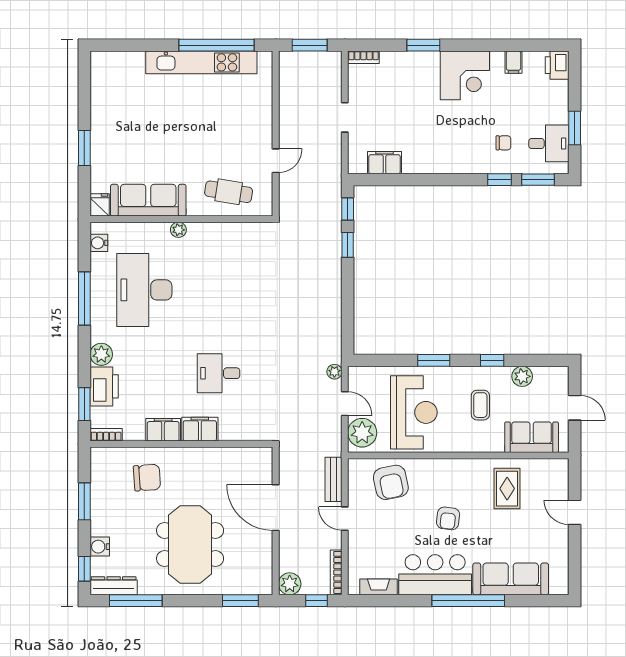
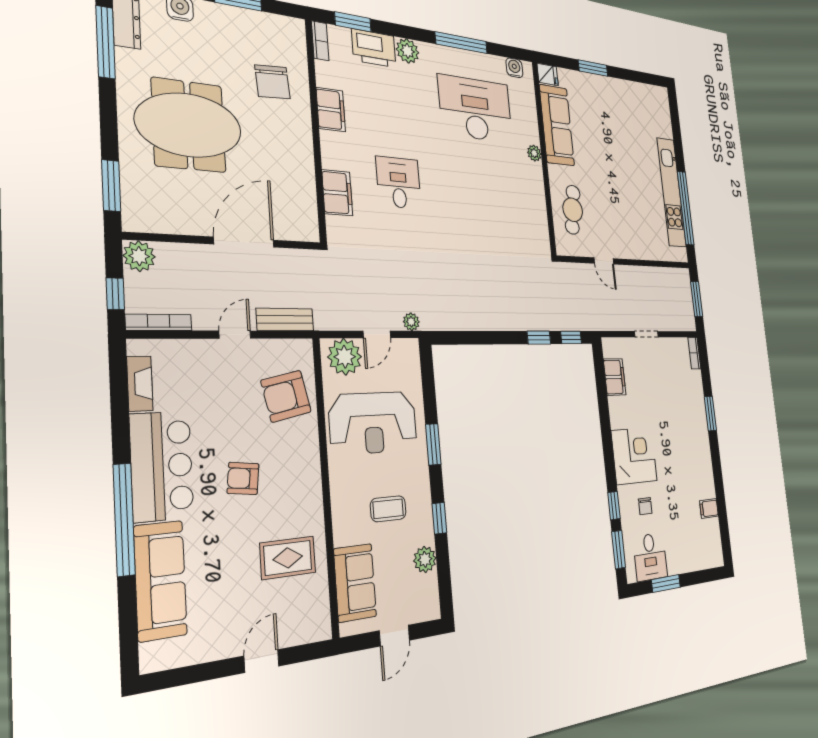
printer: (557, 65) -> (712, 555), removed
corner desk: (465, 75) -> (634, 456), moved, turned 180
filing cabinet: (200, 429) -> (337, 193), moved

